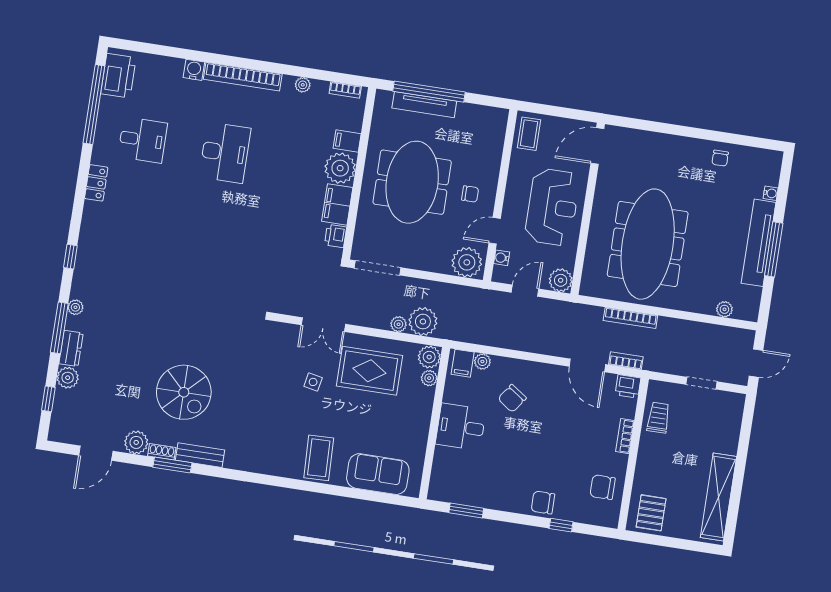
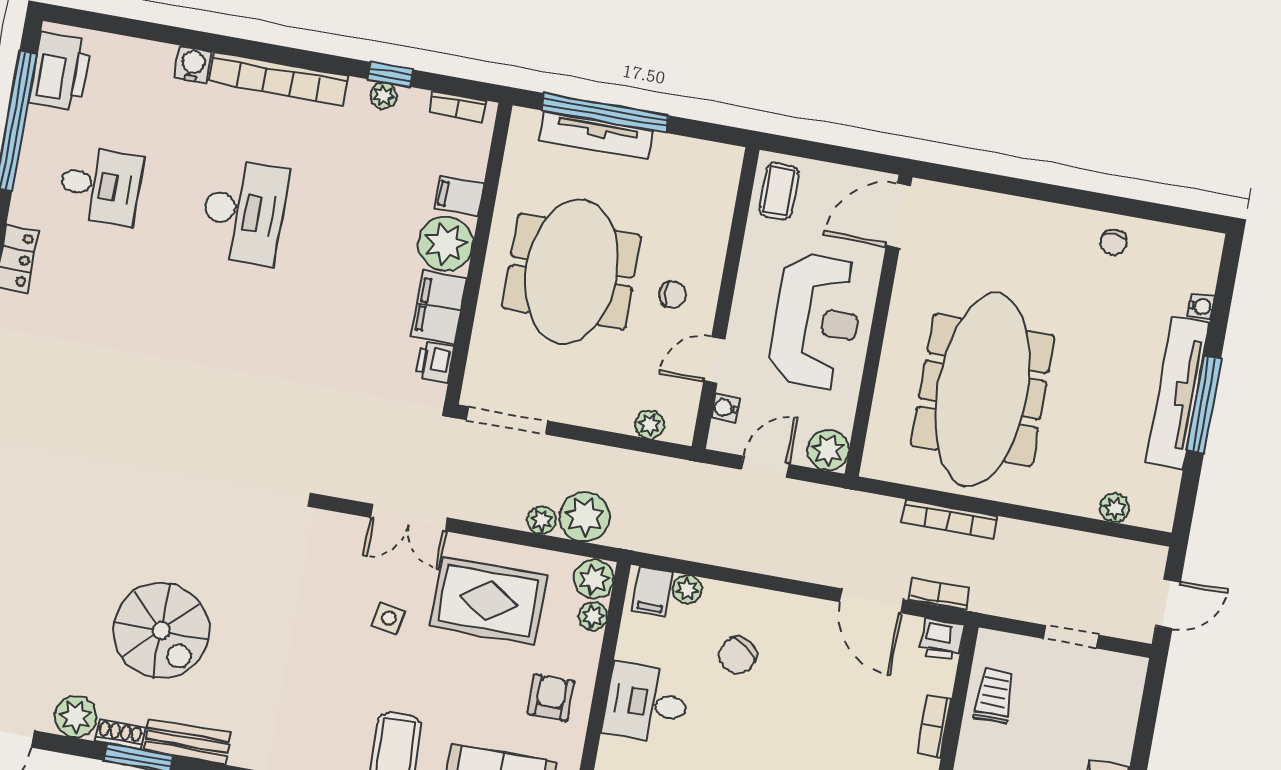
window: (306, 73) -> (390, 74), added
plant: (467, 262) -> (650, 425), width x0.53, depth x0.53
armchair: (406, 425) -> (551, 698), added

